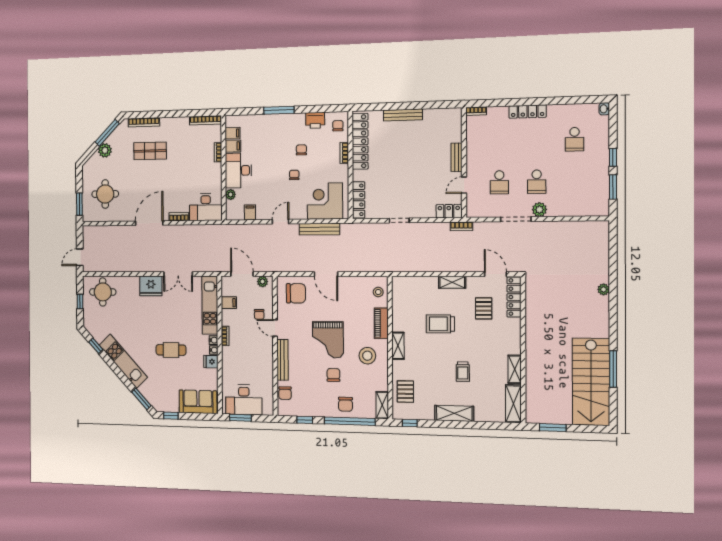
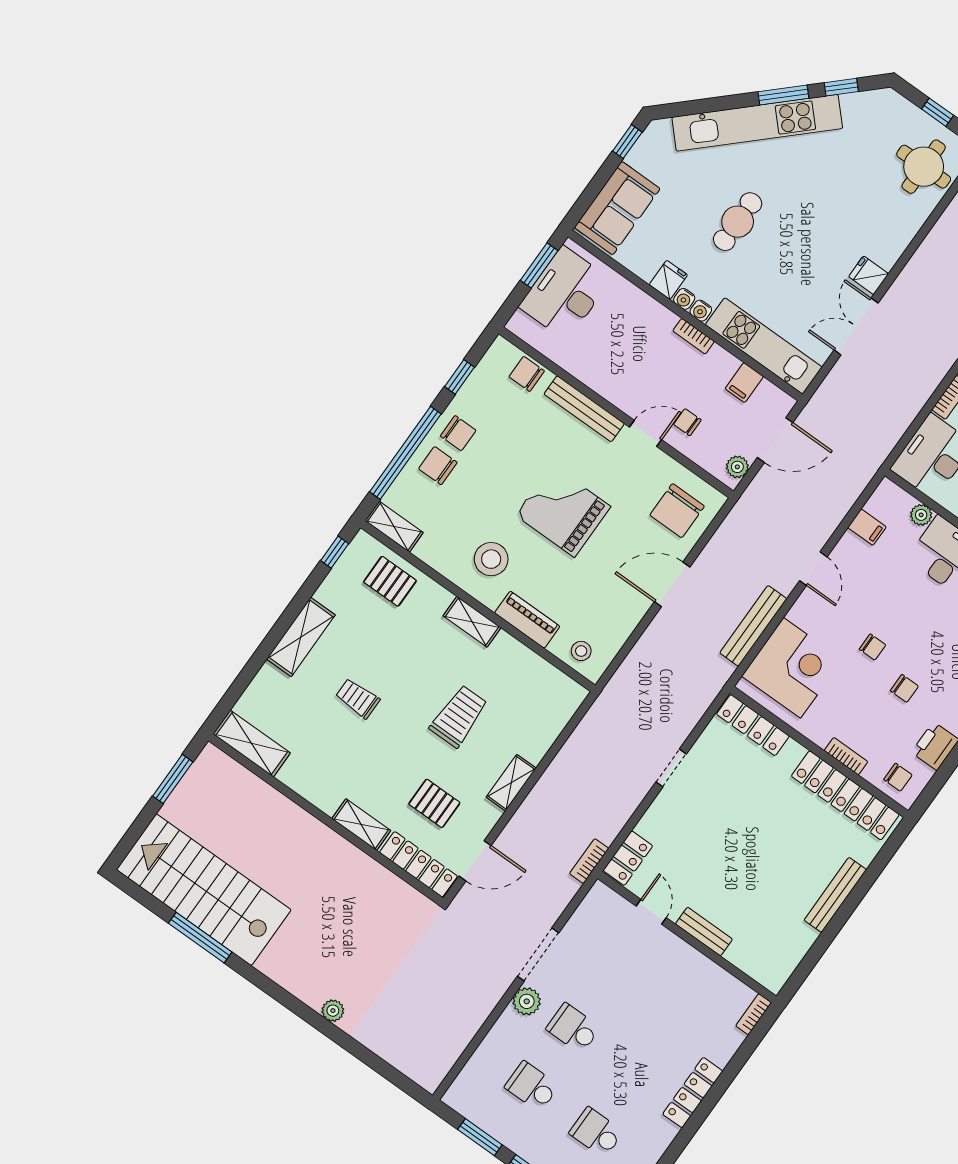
school desk: (499, 182) -> (532, 1086), moved
fridge: (151, 286) -> (869, 275), width x0.53, depth x0.75
kitchen unit: (123, 361) -> (757, 123), width x1.36
shelving: (515, 369) -> (361, 825), moved
chair: (333, 375) -> (458, 433), moved
window: (141, 399) -> (783, 95), moved

